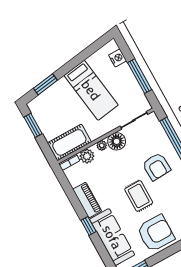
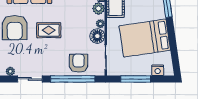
bed: (91, 90) -> (145, 38), width x1.50
armchair: (156, 167) -> (79, 63), moved, turned 93

